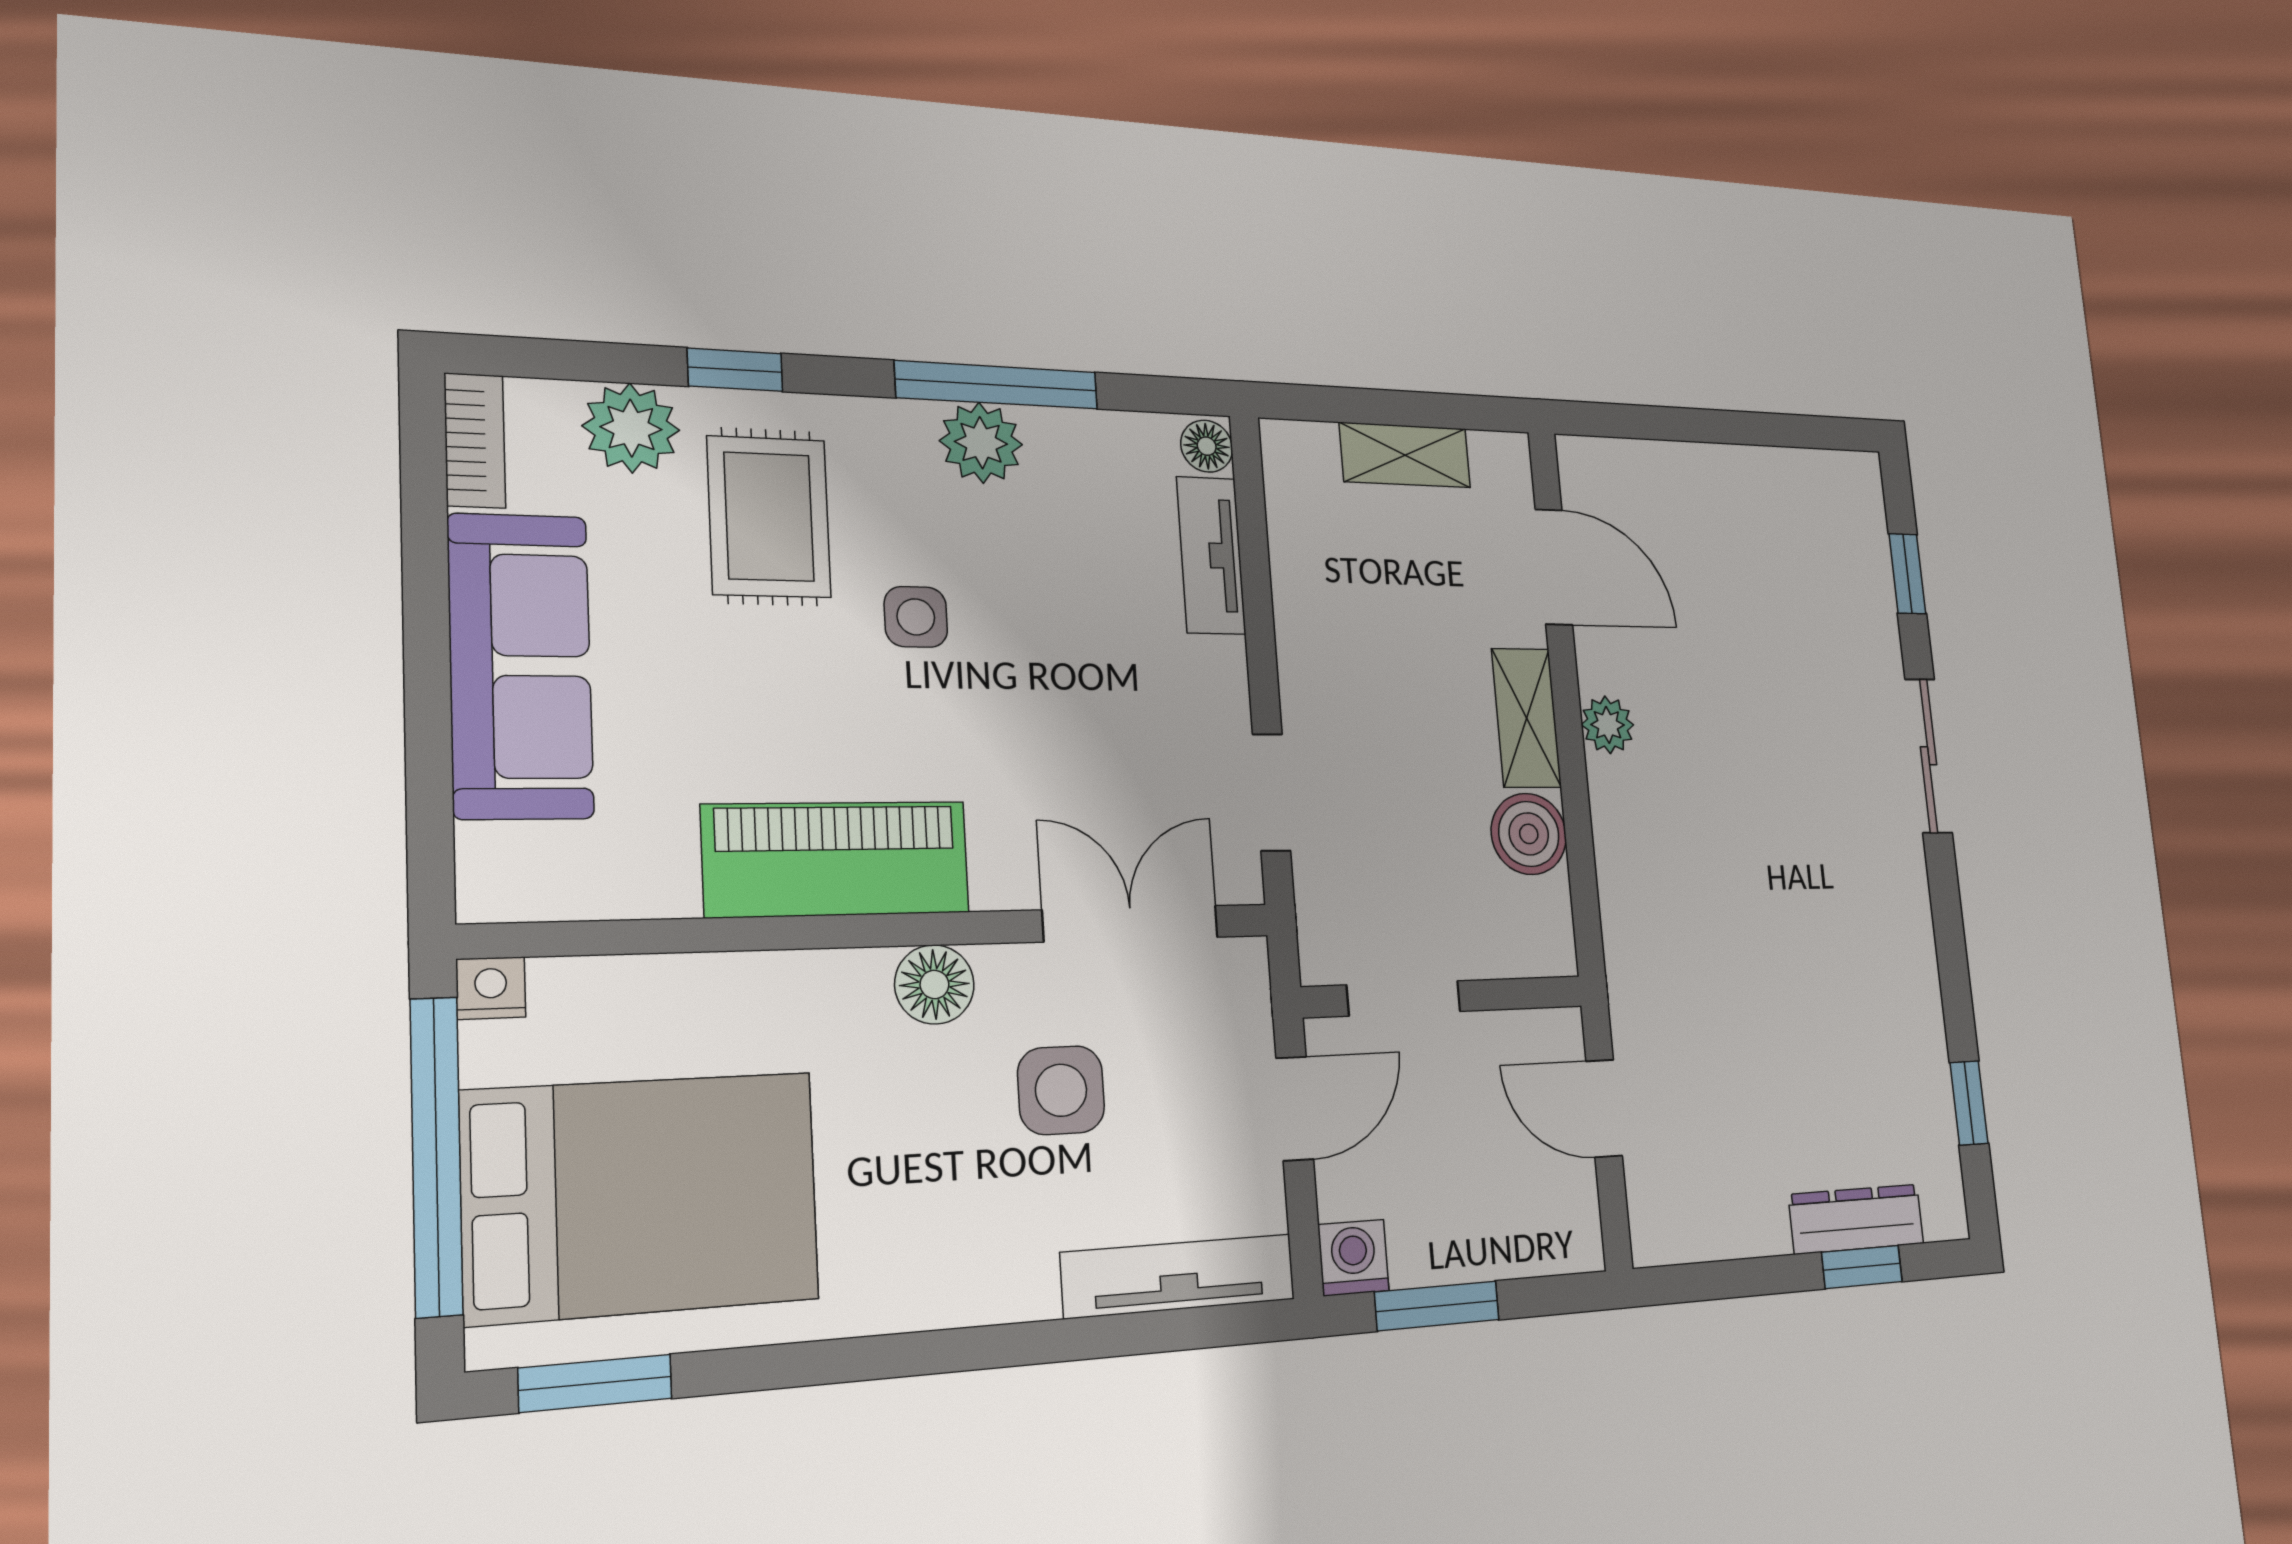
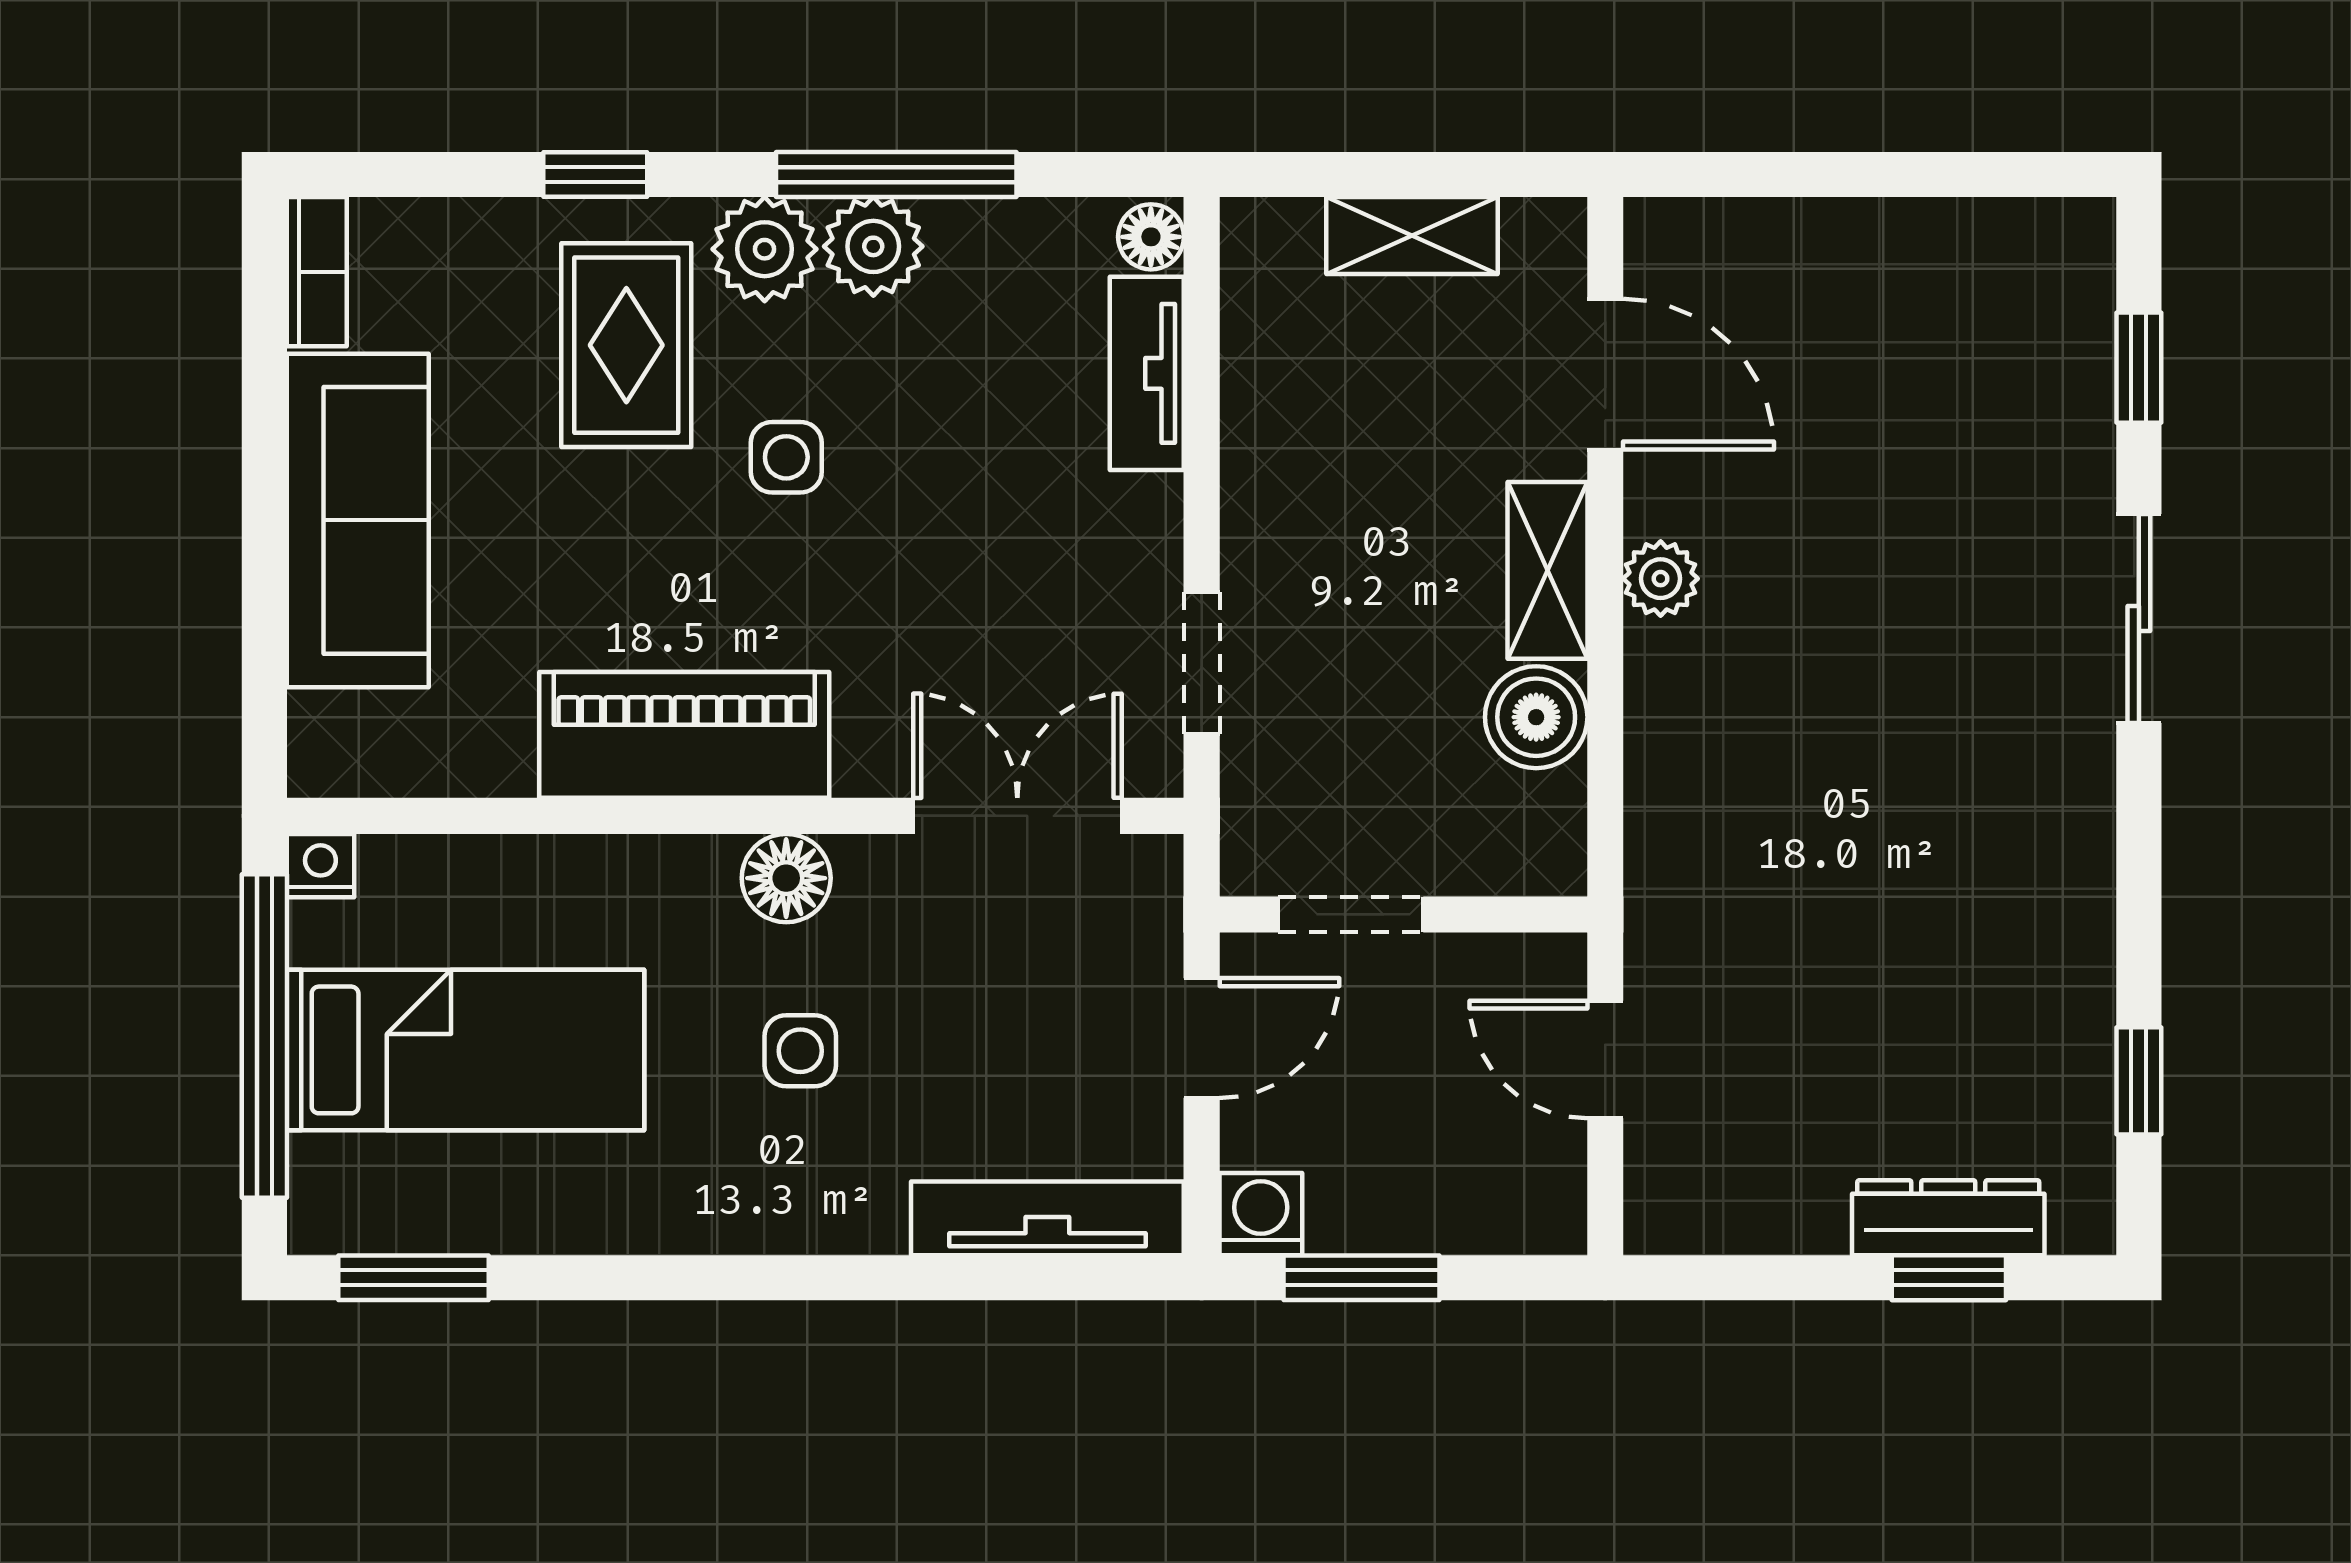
plant: (631, 428) -> (765, 249), moved
side table: (1061, 1090) -> (800, 1051), moved, width x0.73, depth x0.73
bed: (642, 1196) -> (465, 1050), width x0.67

